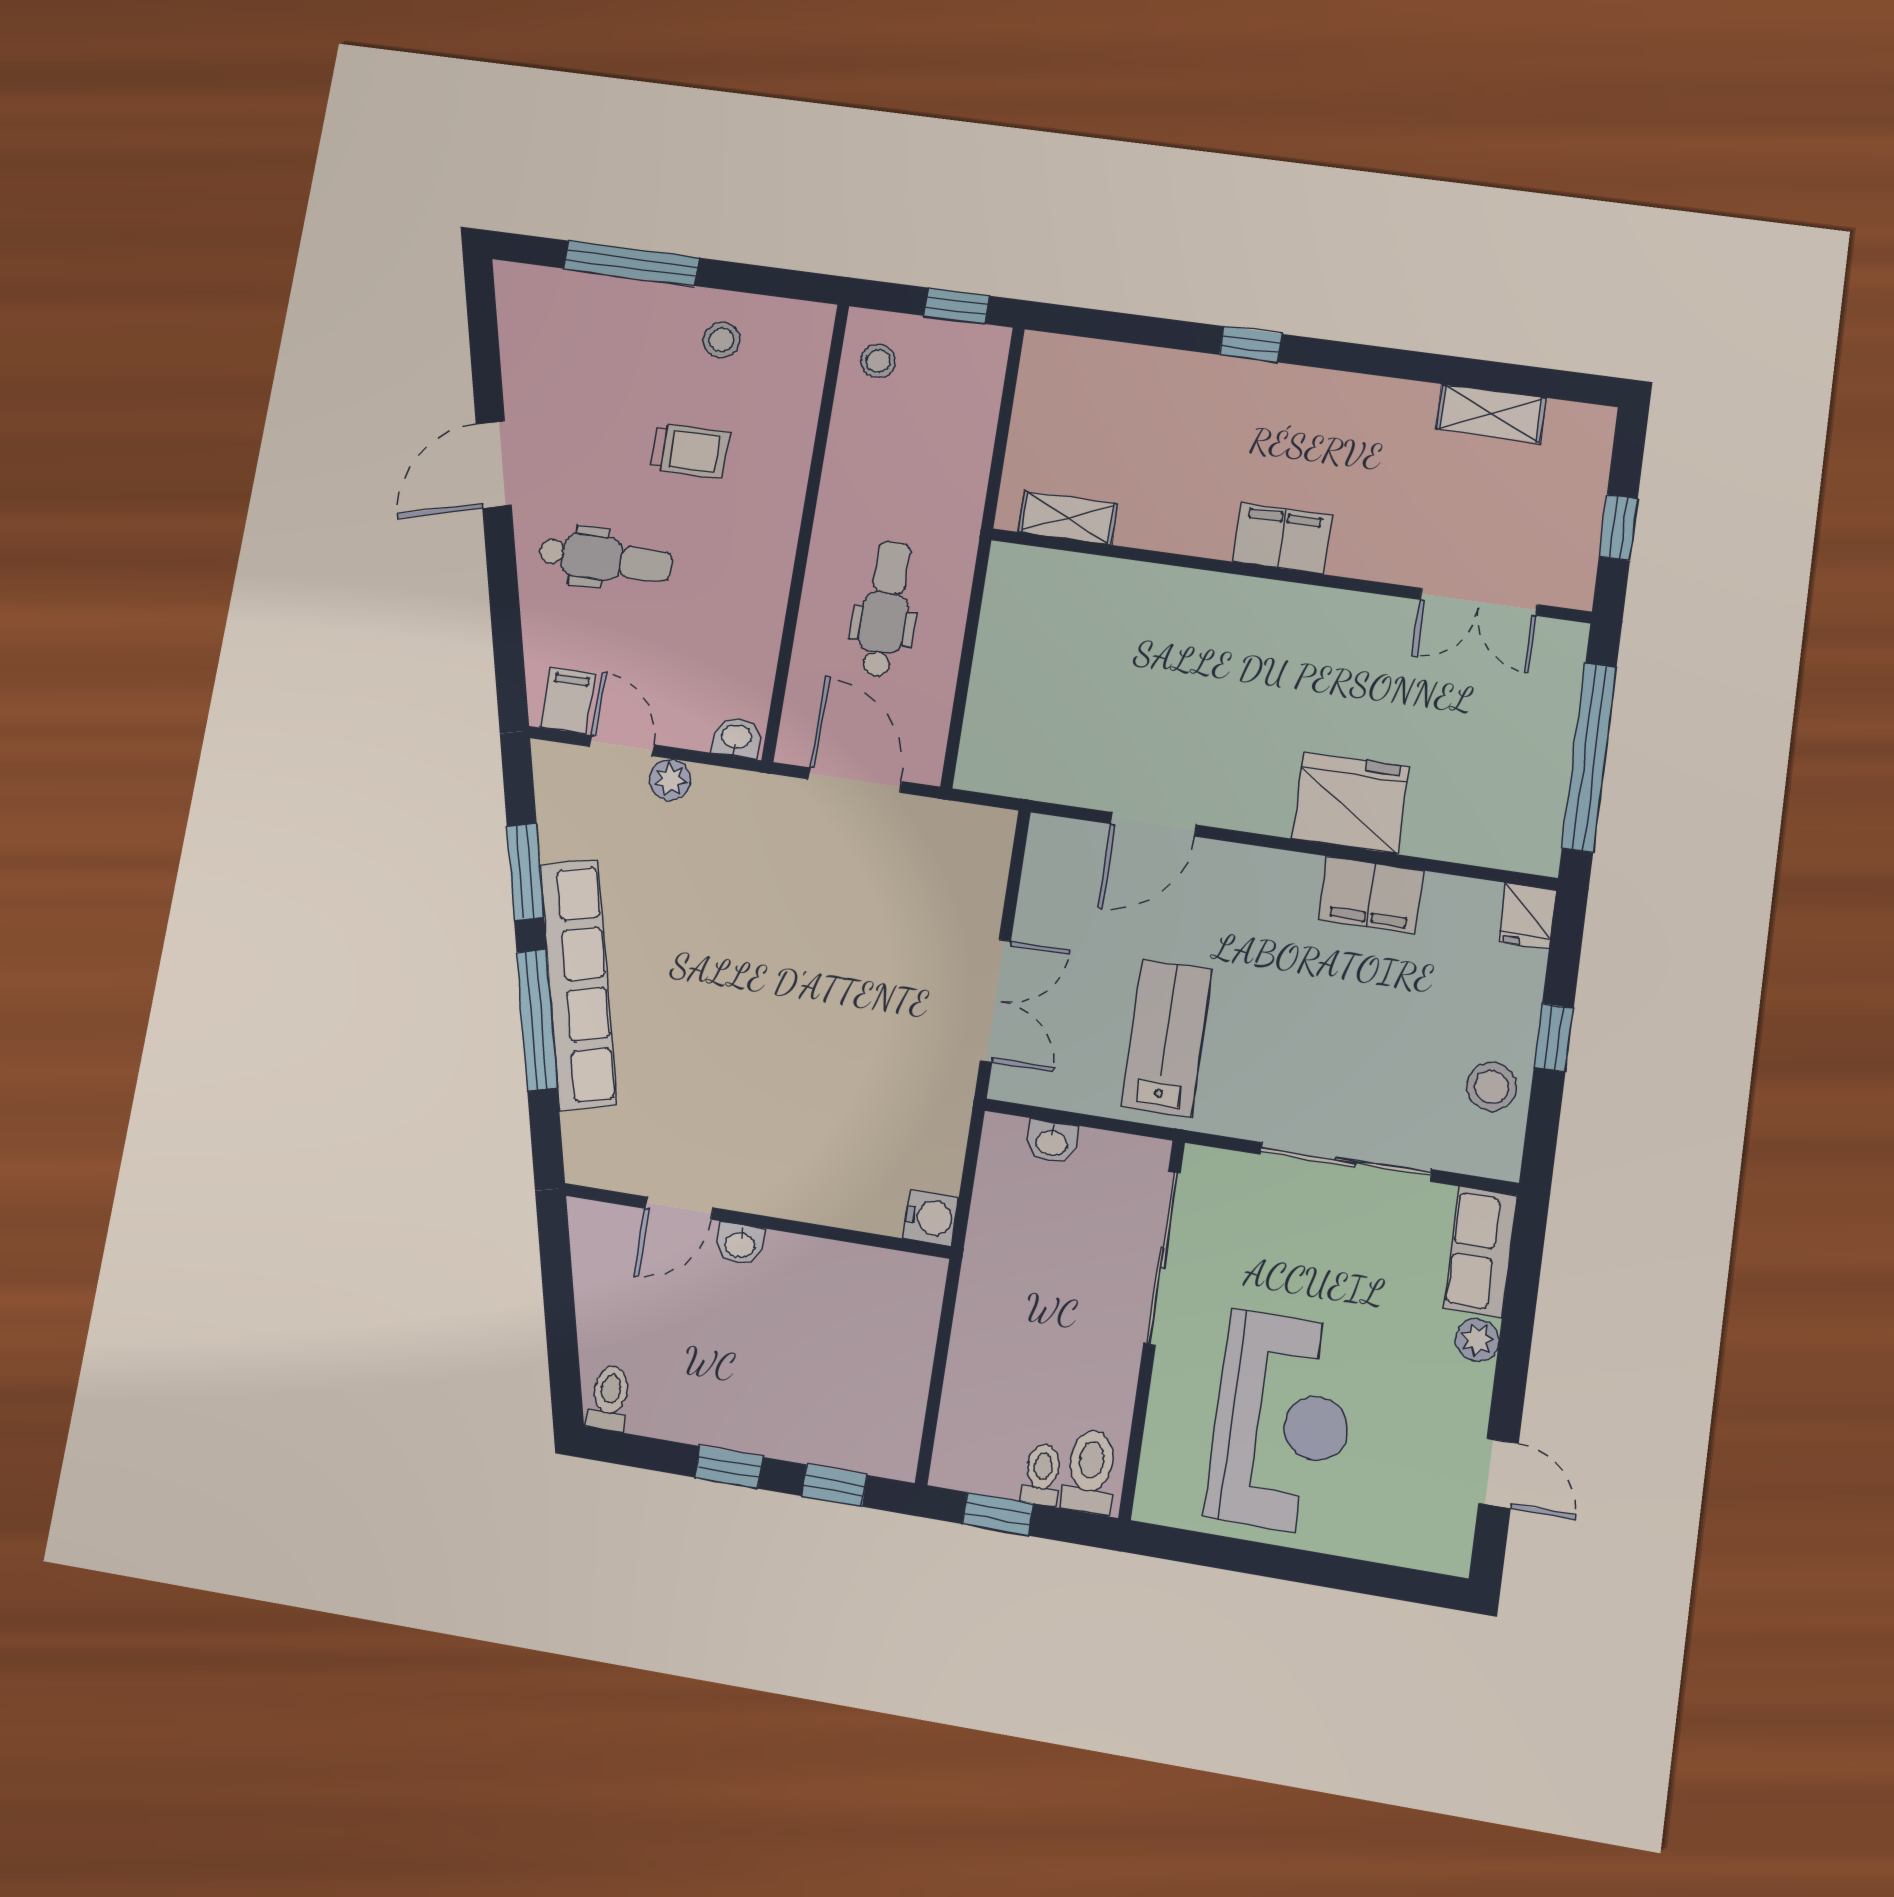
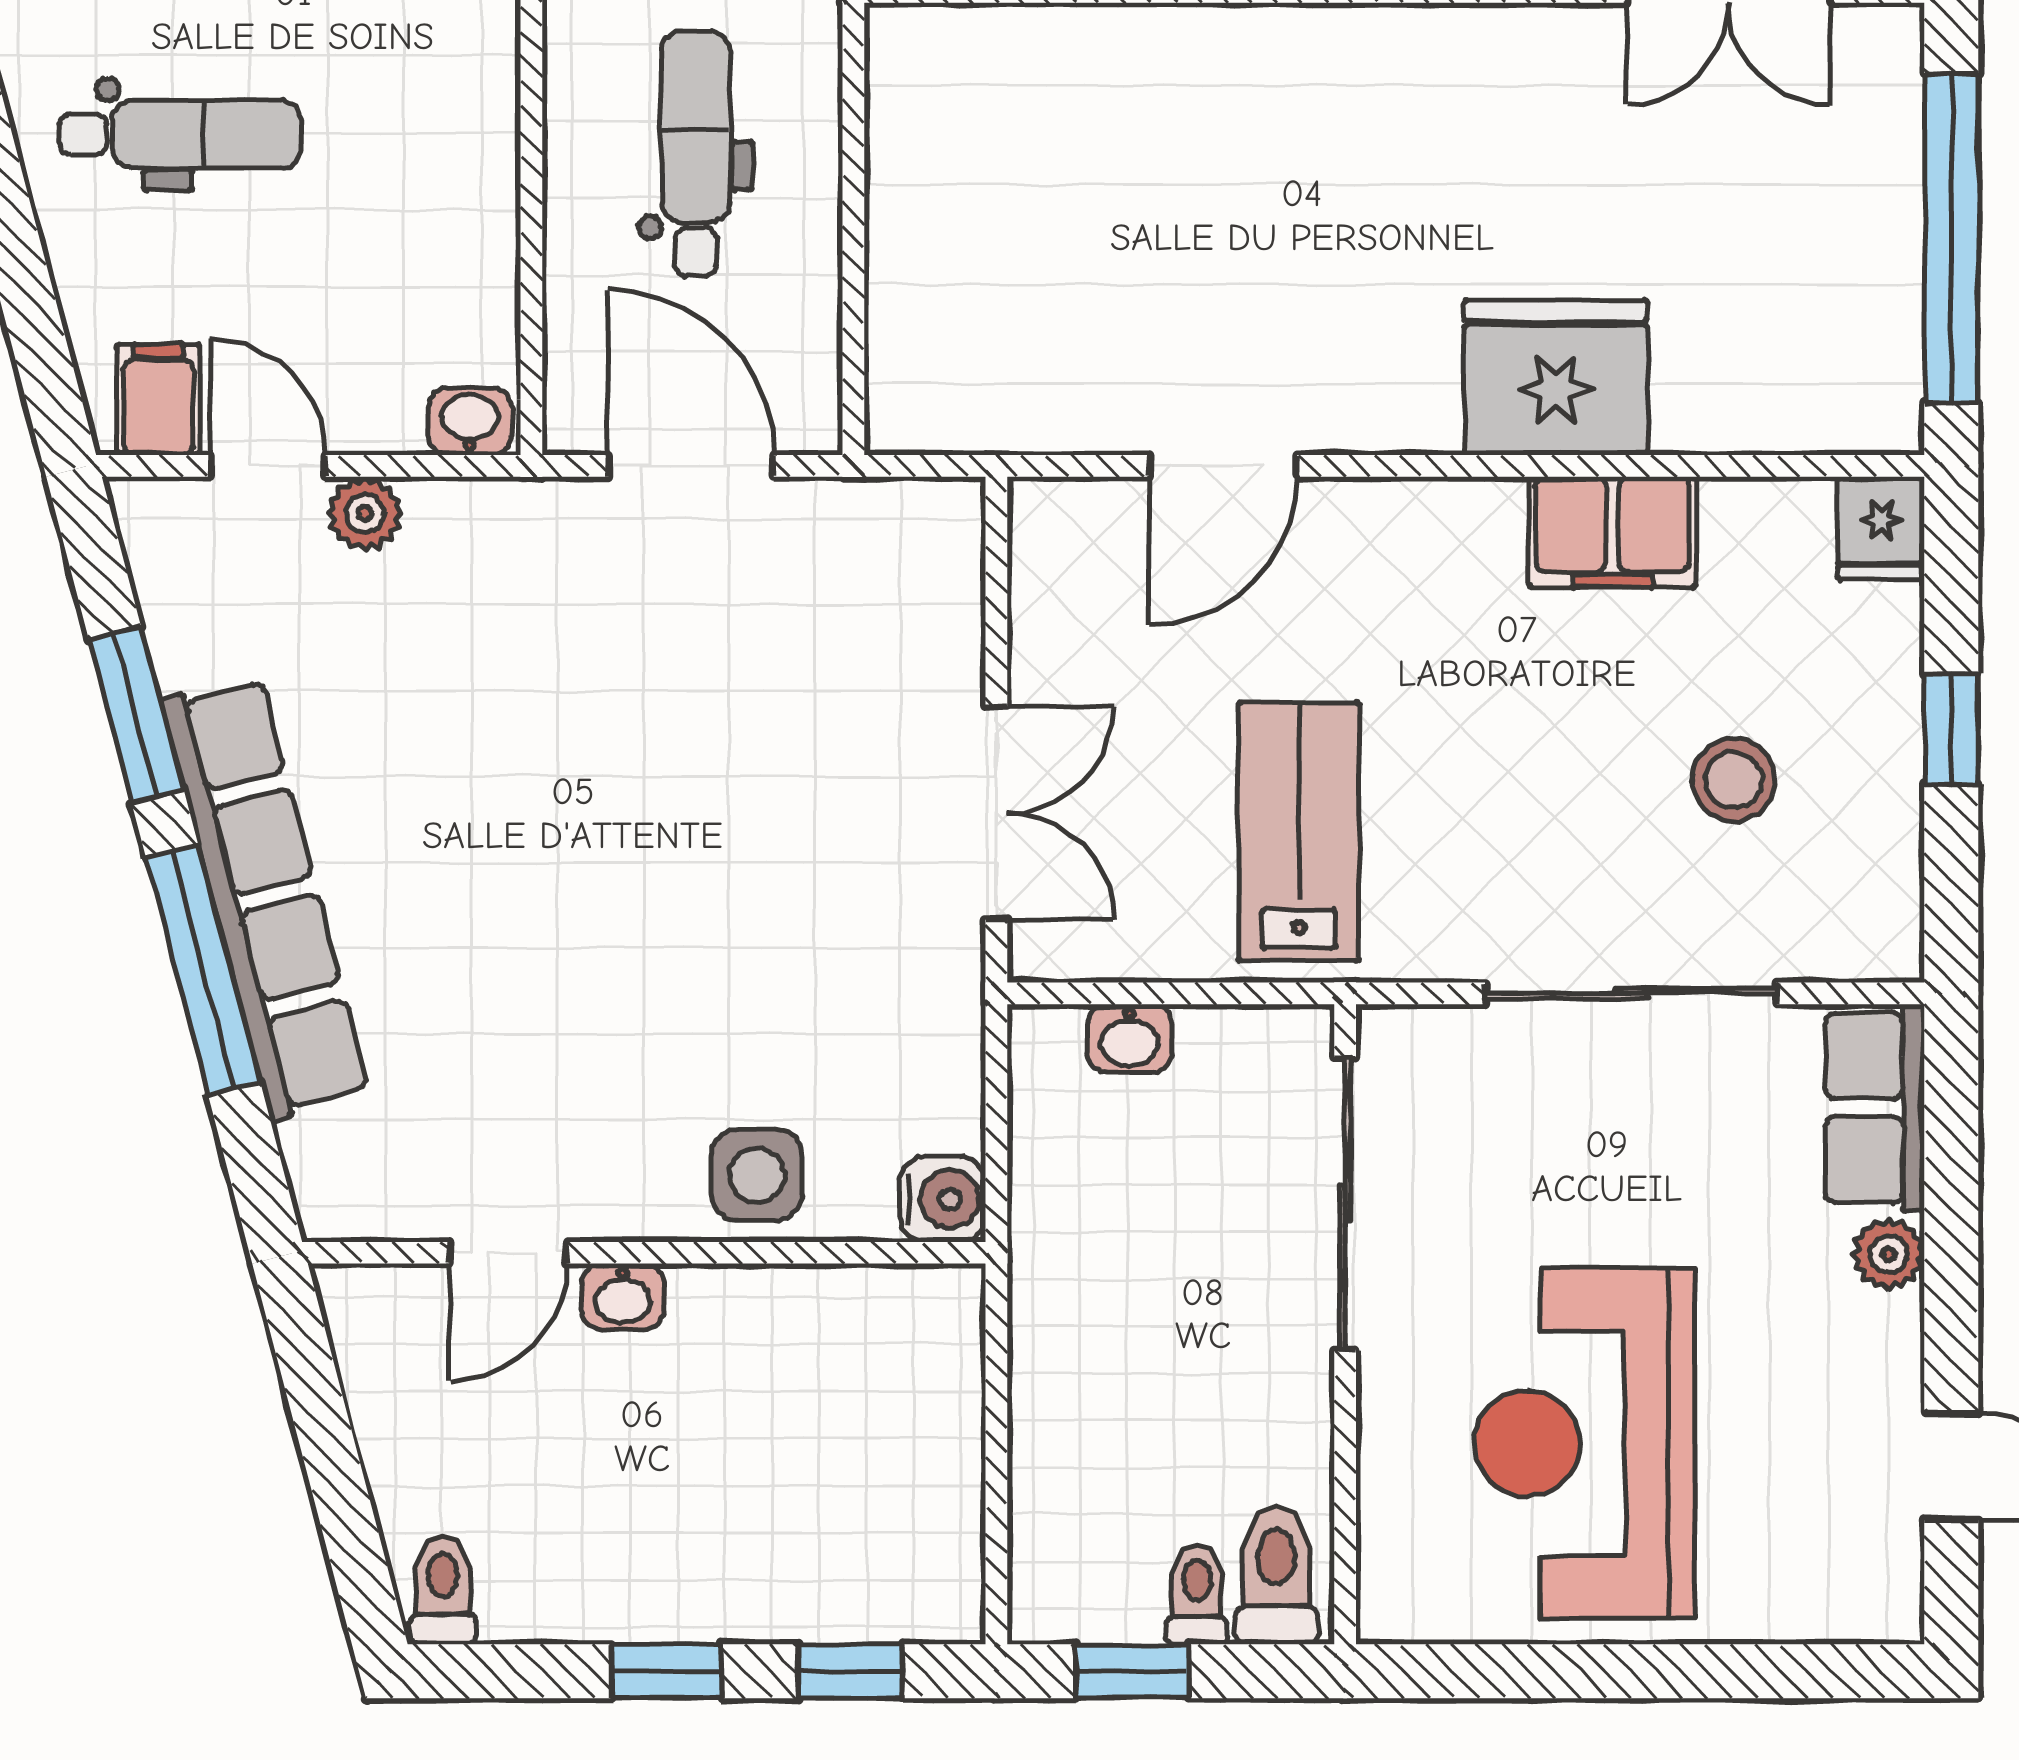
stool: (1491, 1087) -> (1734, 780), moved
side table: (827, 1186) -> (757, 1175), added
reception desk: (1282, 1423) -> (1584, 1443), turned 180

